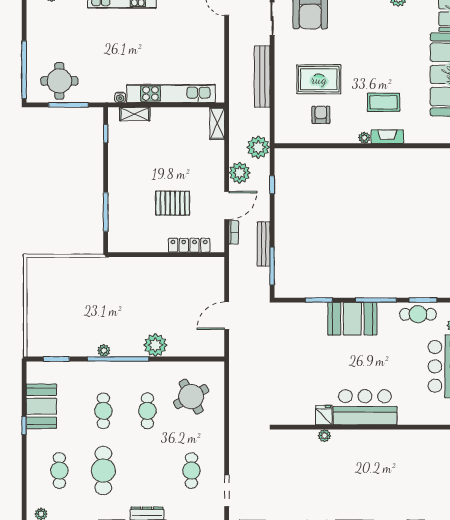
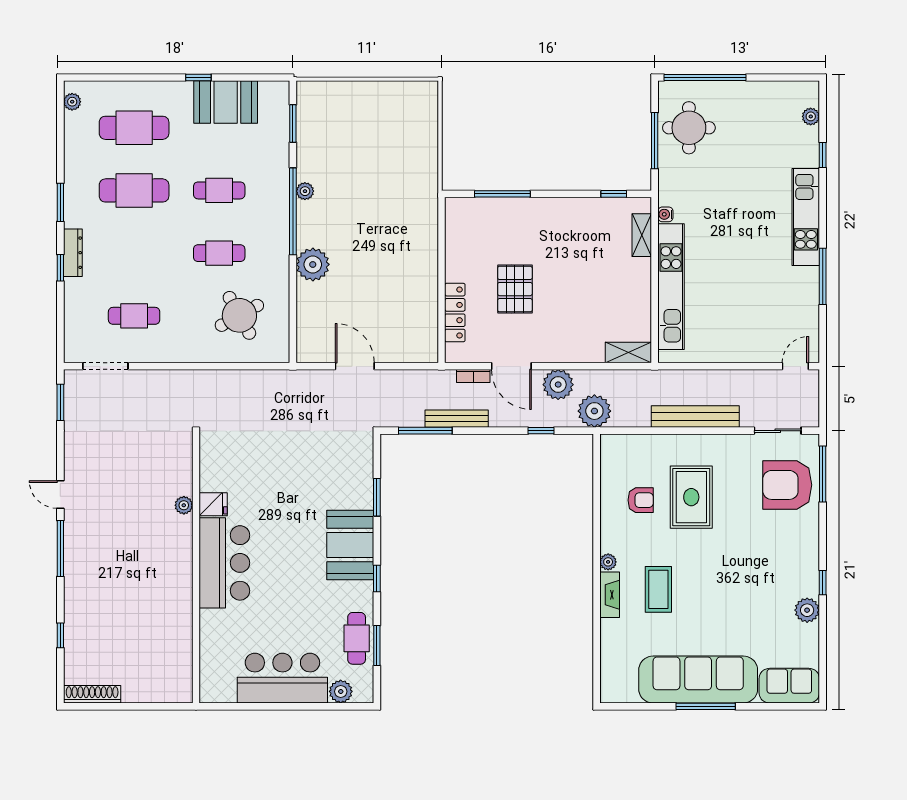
window: (376, 300) -> (377, 579), width x0.46
cafe table: (59, 471) -> (134, 128), width x1.37, depth x1.35

